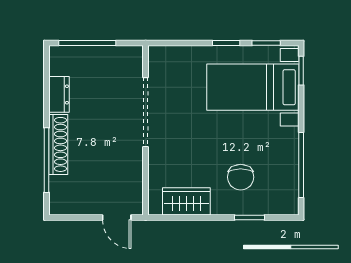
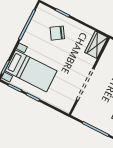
chair: (241, 177) -> (57, 33), turned -123
wardrobe: (186, 201) -> (96, 45), moved, turned 90

